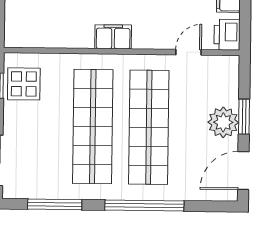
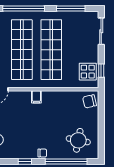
chair: (21, 27) -> (90, 101), added
filing cabinet: (113, 37) -> (36, 97), width x0.50

